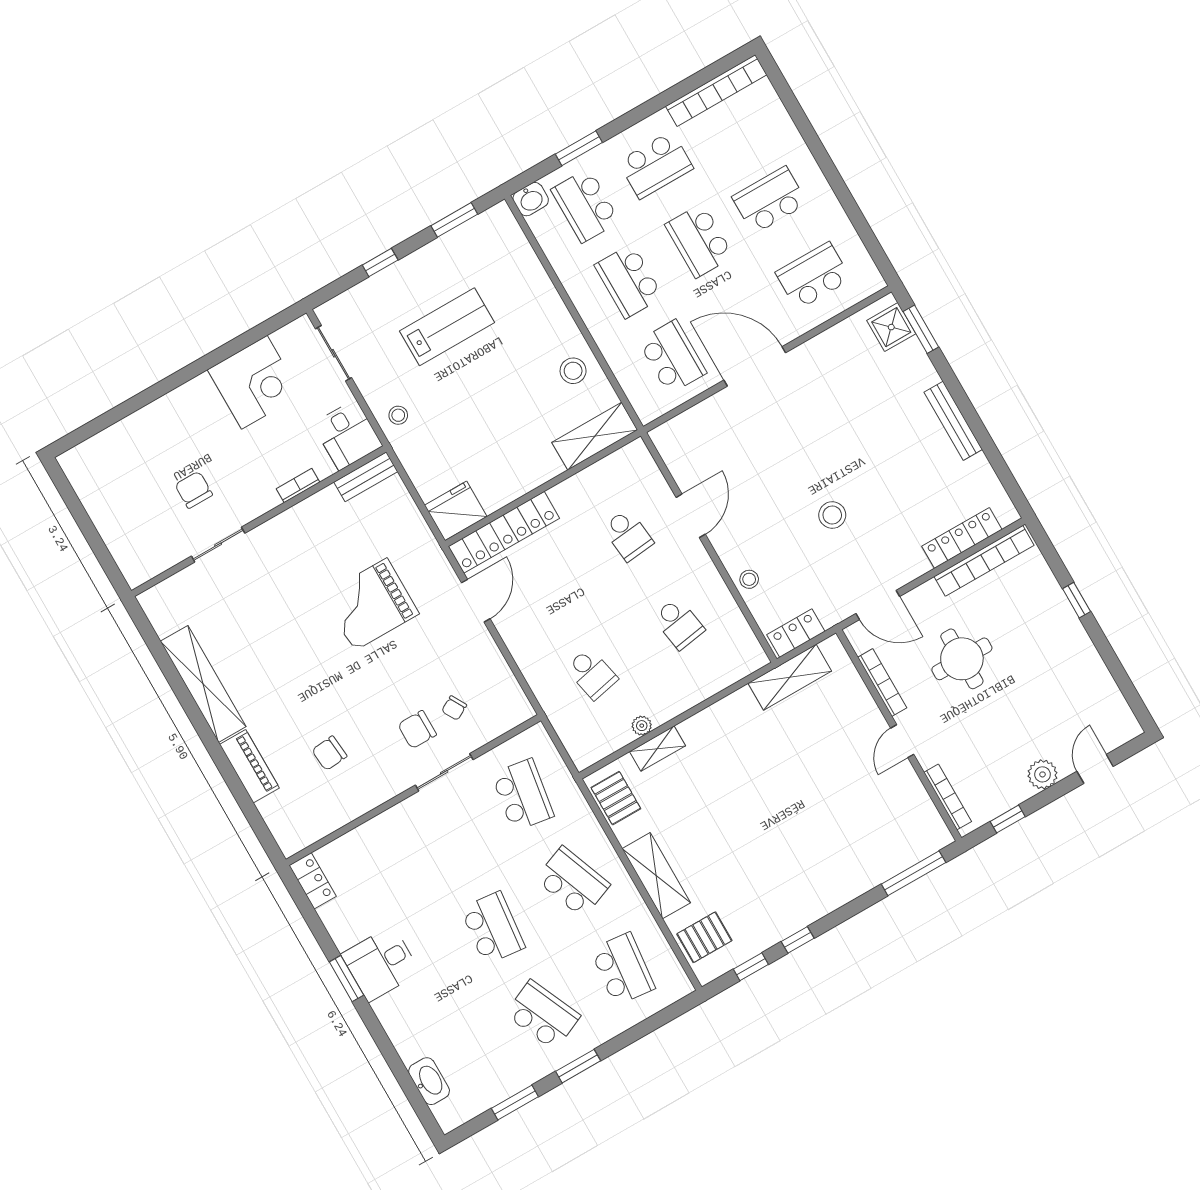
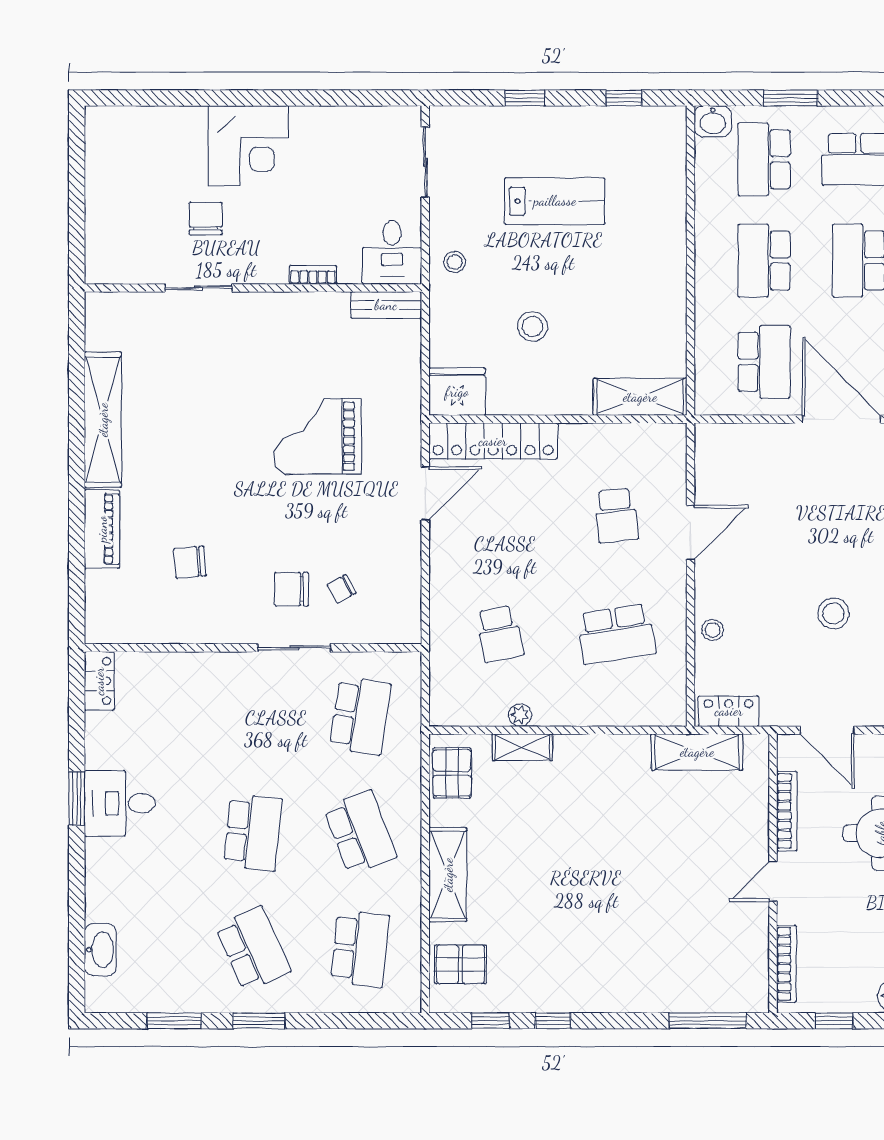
window: (454, 220) -> (624, 98), width x0.67
stool: (573, 371) -> (533, 326), moved
corner desk: (254, 382) -> (248, 146), moved
school desk: (679, 624) -> (616, 634), width x1.85

